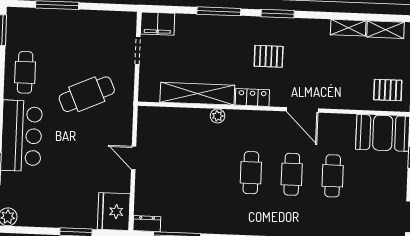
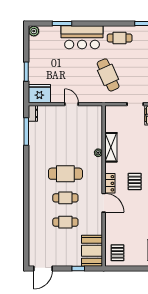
shelving: (197, 94) -> (111, 147), width x0.68
locker: (252, 97) -> (110, 183), moved
door: (302, 110) -> (104, 203), swing flipped
door: (134, 158) -> (72, 104), hinge flipped
cafe table: (251, 173) -> (65, 174), width x1.37, depth x1.35

